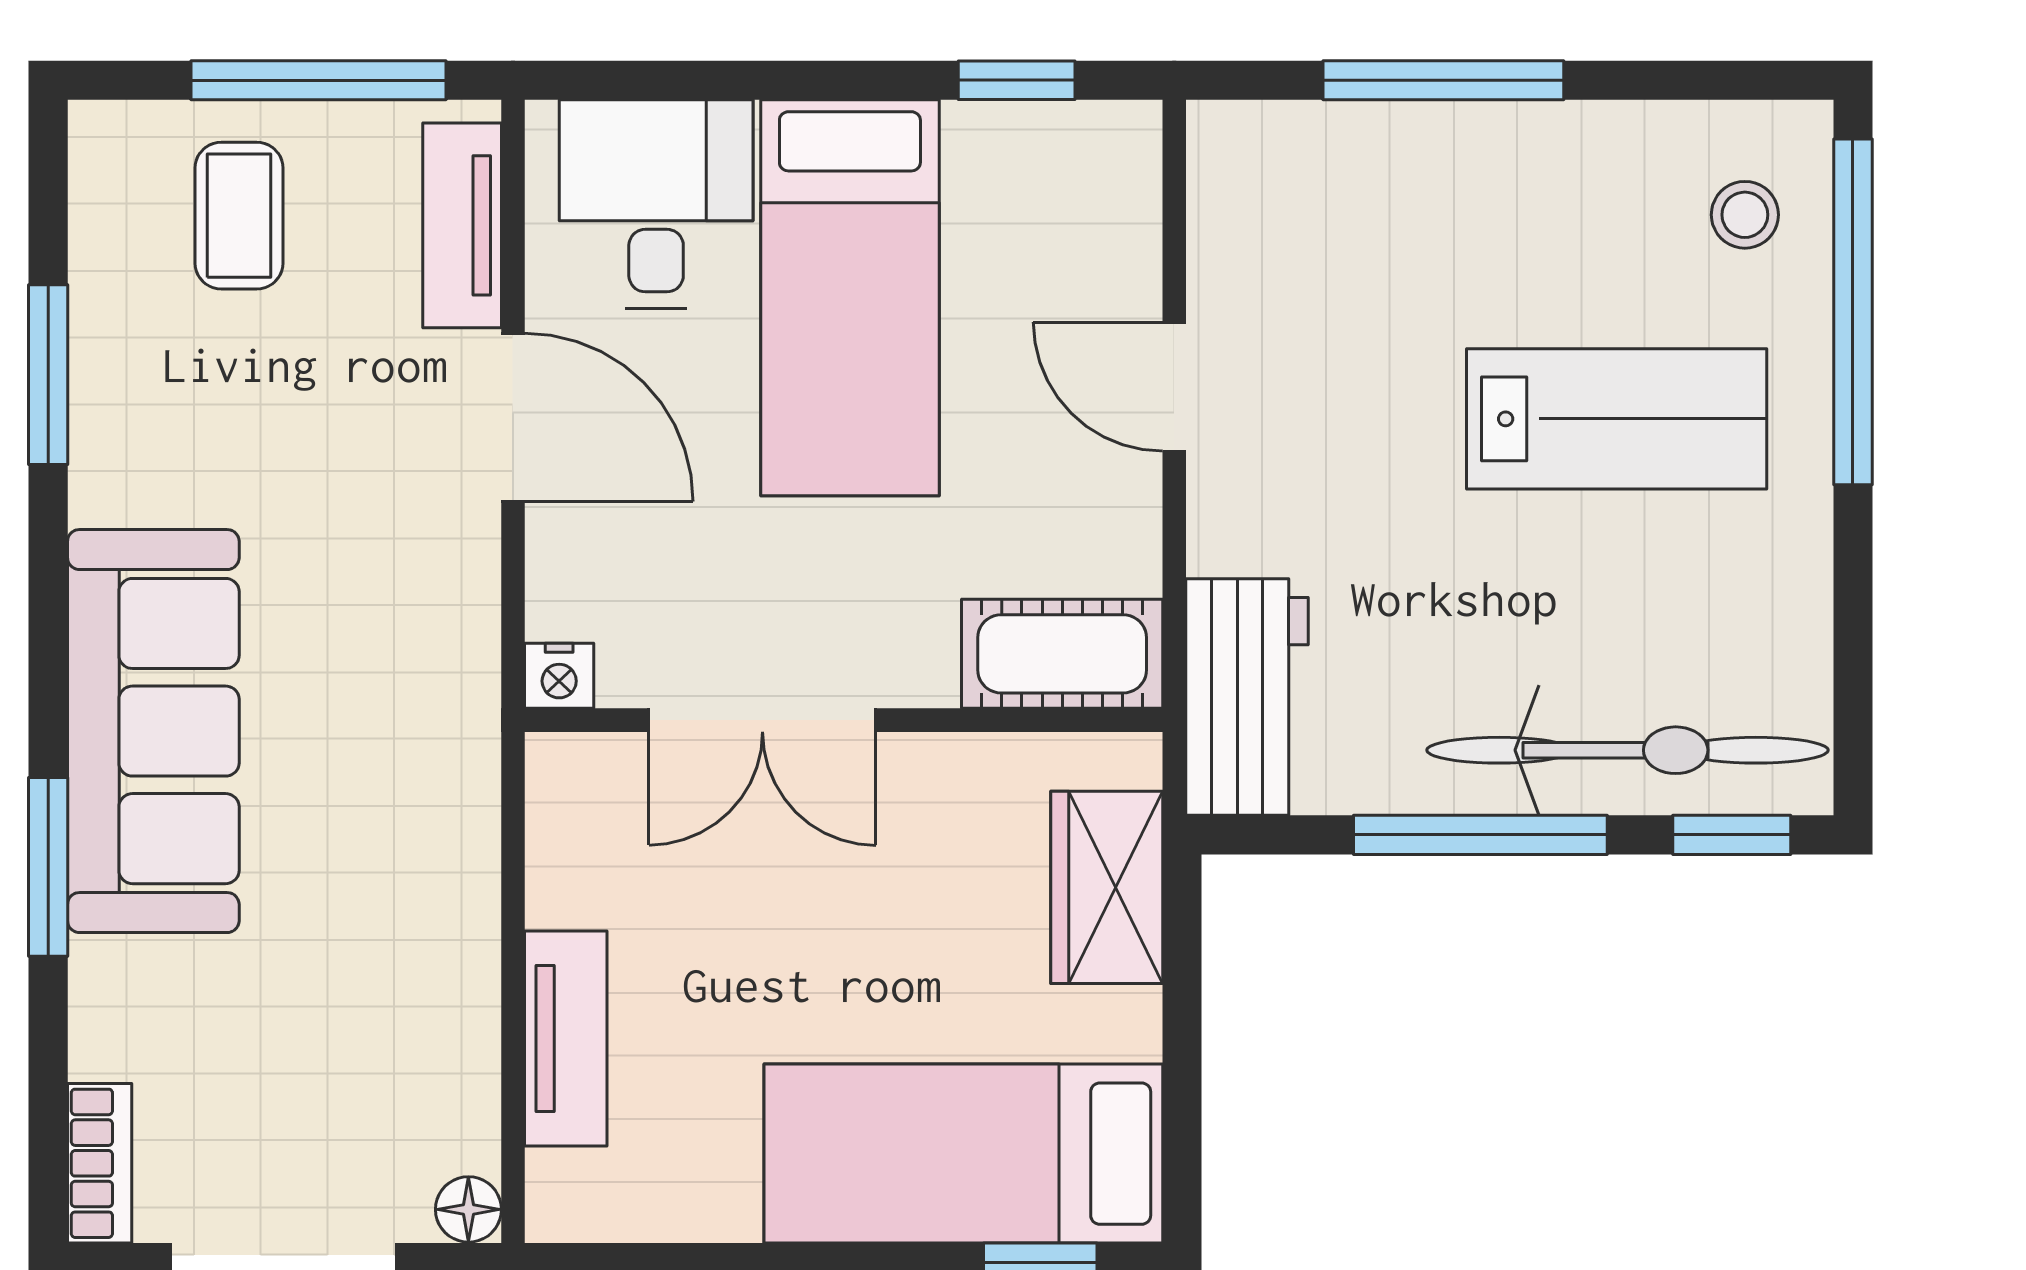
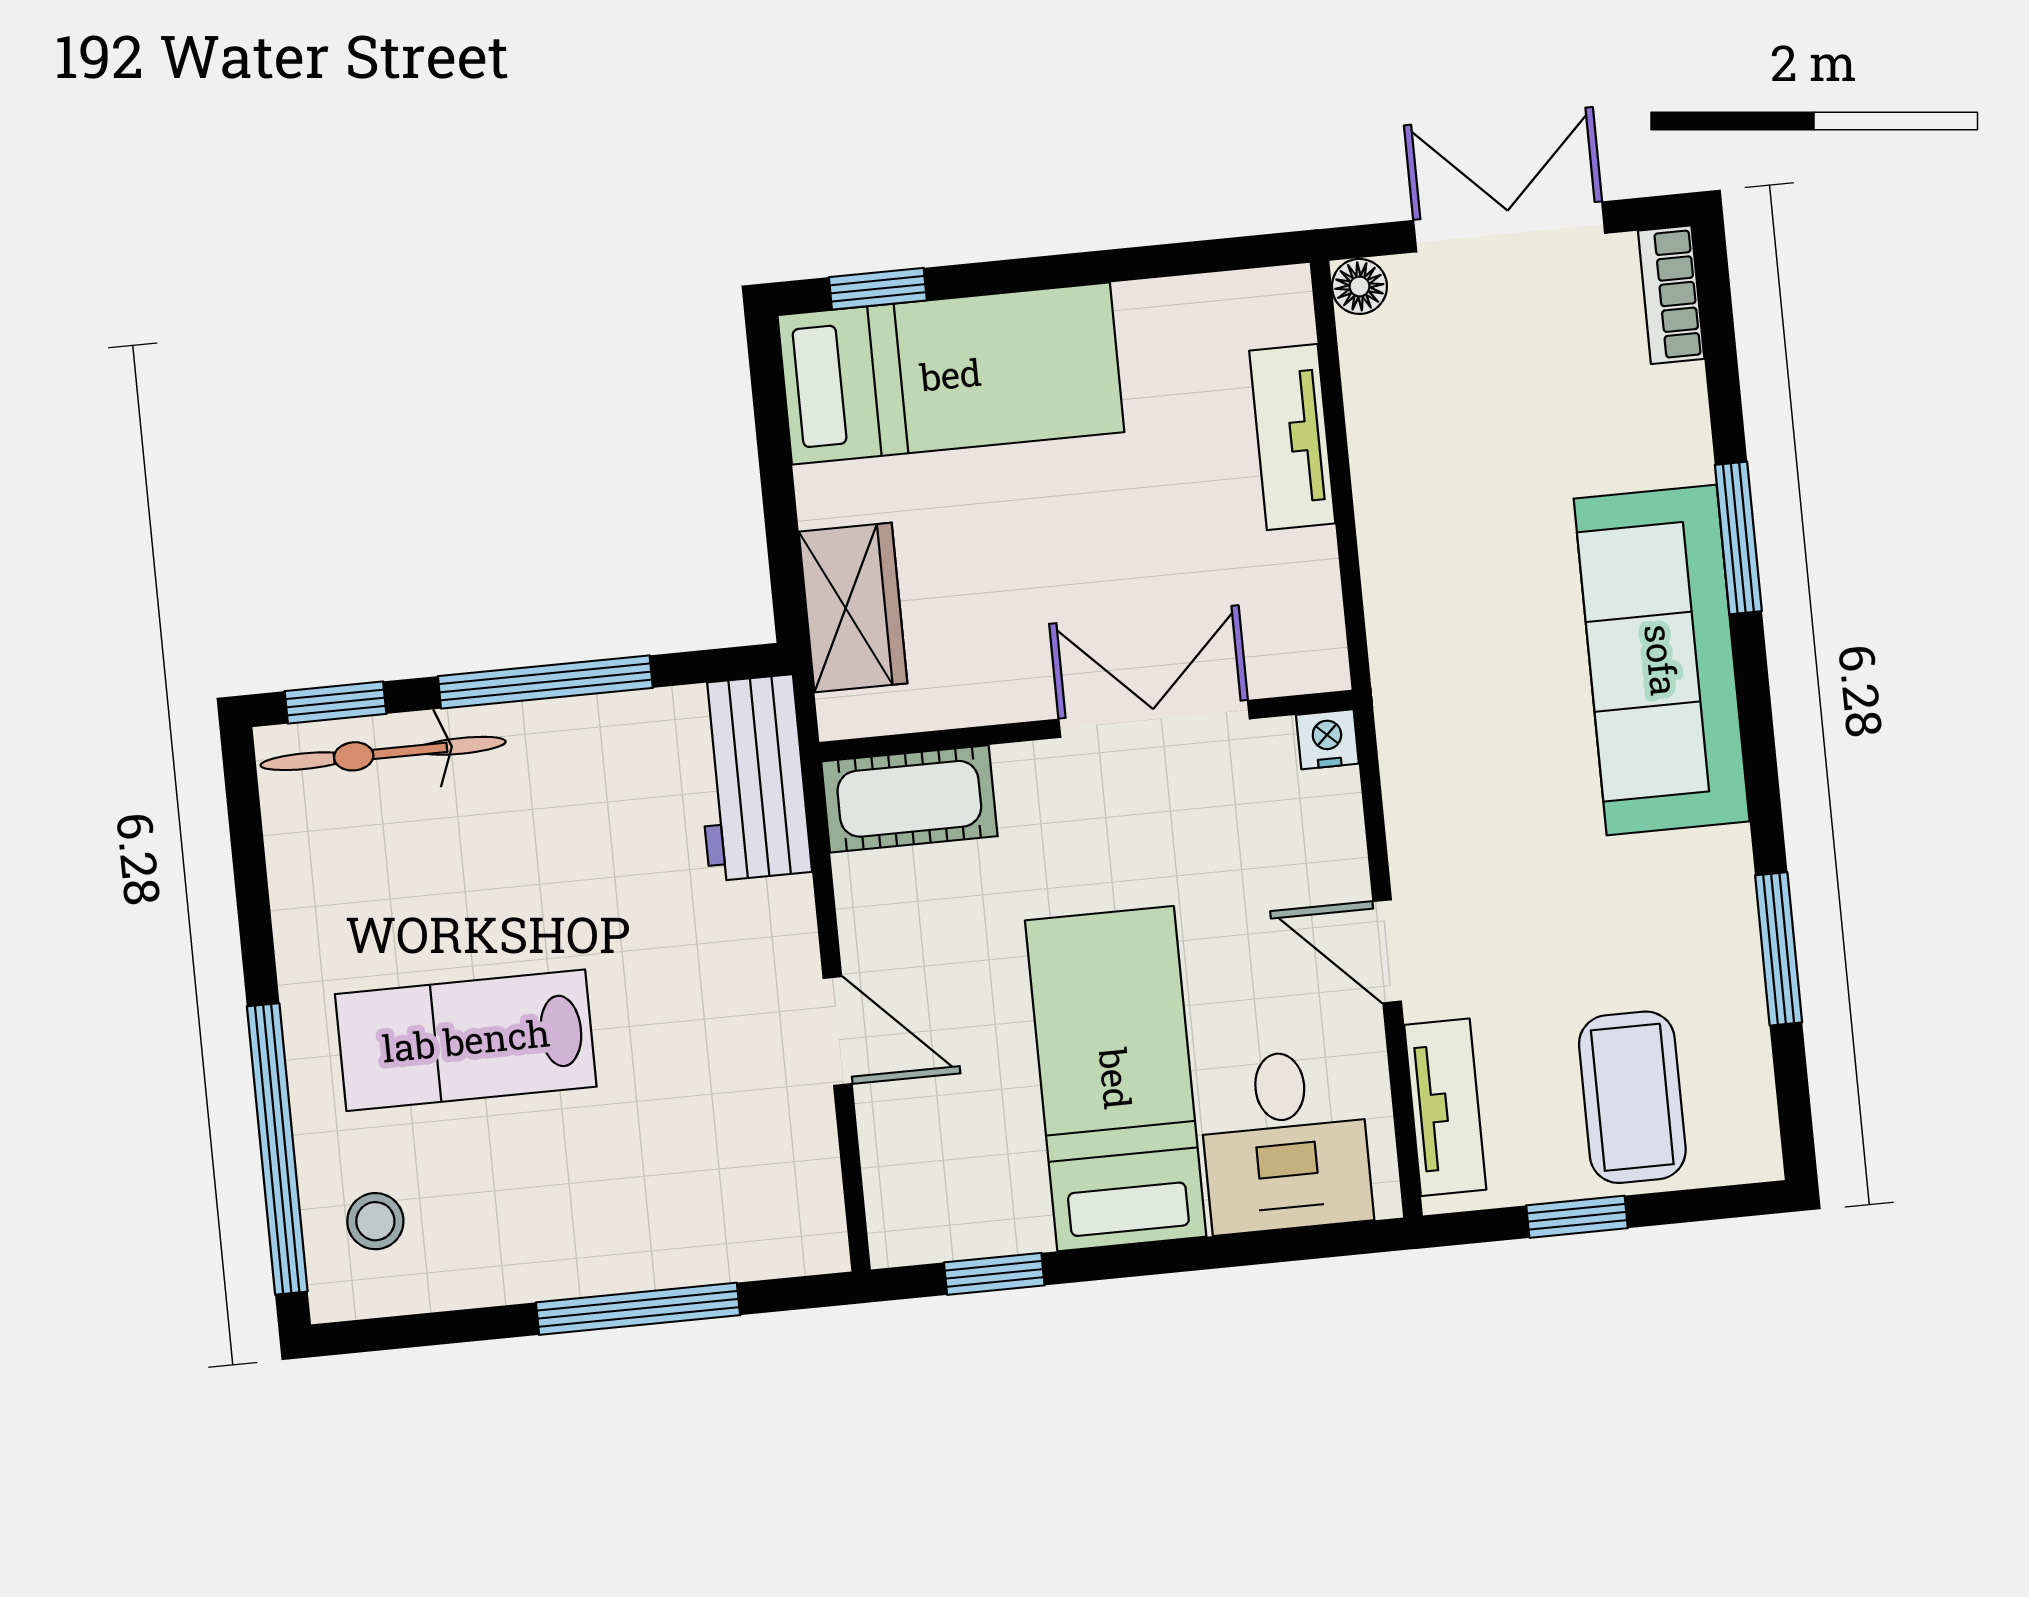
window: (319, 80) -> (1577, 1217), width x0.46
coffee table: (239, 216) -> (1632, 1097), width x1.36, depth x1.30
door: (513, 417) -> (1387, 951), width x0.73
bicycle: (1627, 750) -> (383, 753), width x0.73, depth x0.71

